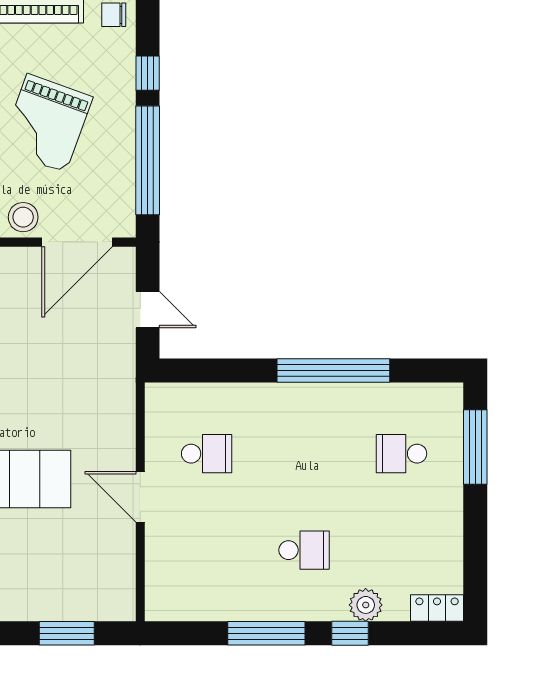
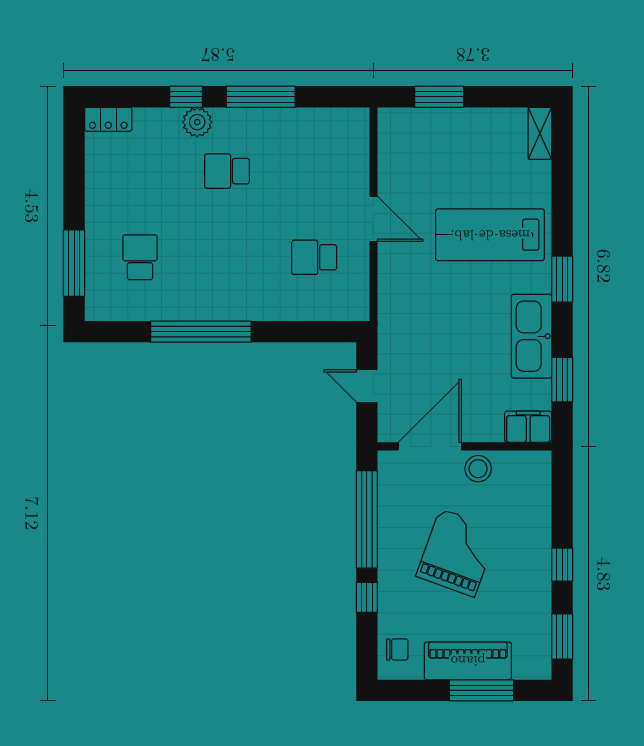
school desk: (401, 454) -> (140, 257), turned -90
plant: (366, 605) -> (197, 122), moved

